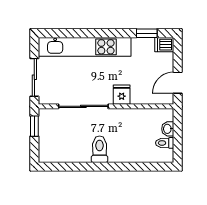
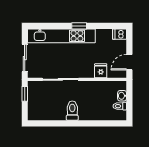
window: (147, 33) -> (79, 26), moved
fridge: (122, 95) -> (101, 71), moved

